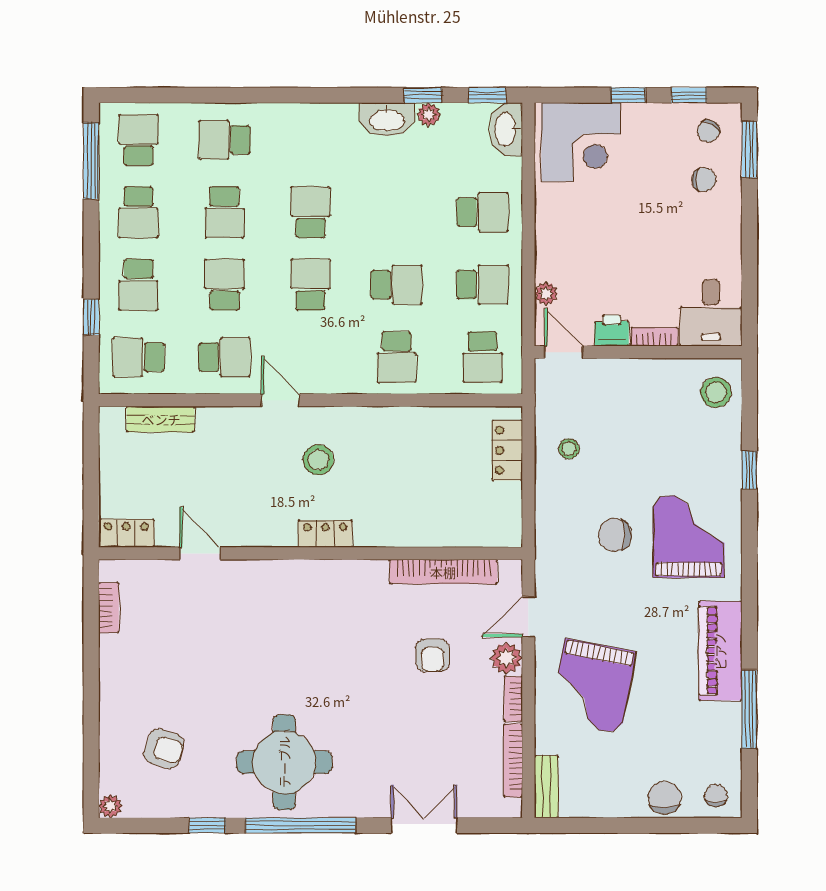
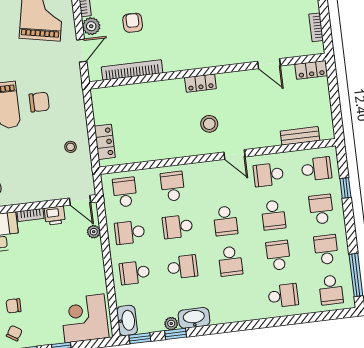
school desk: (397, 212) -> (182, 267), added

